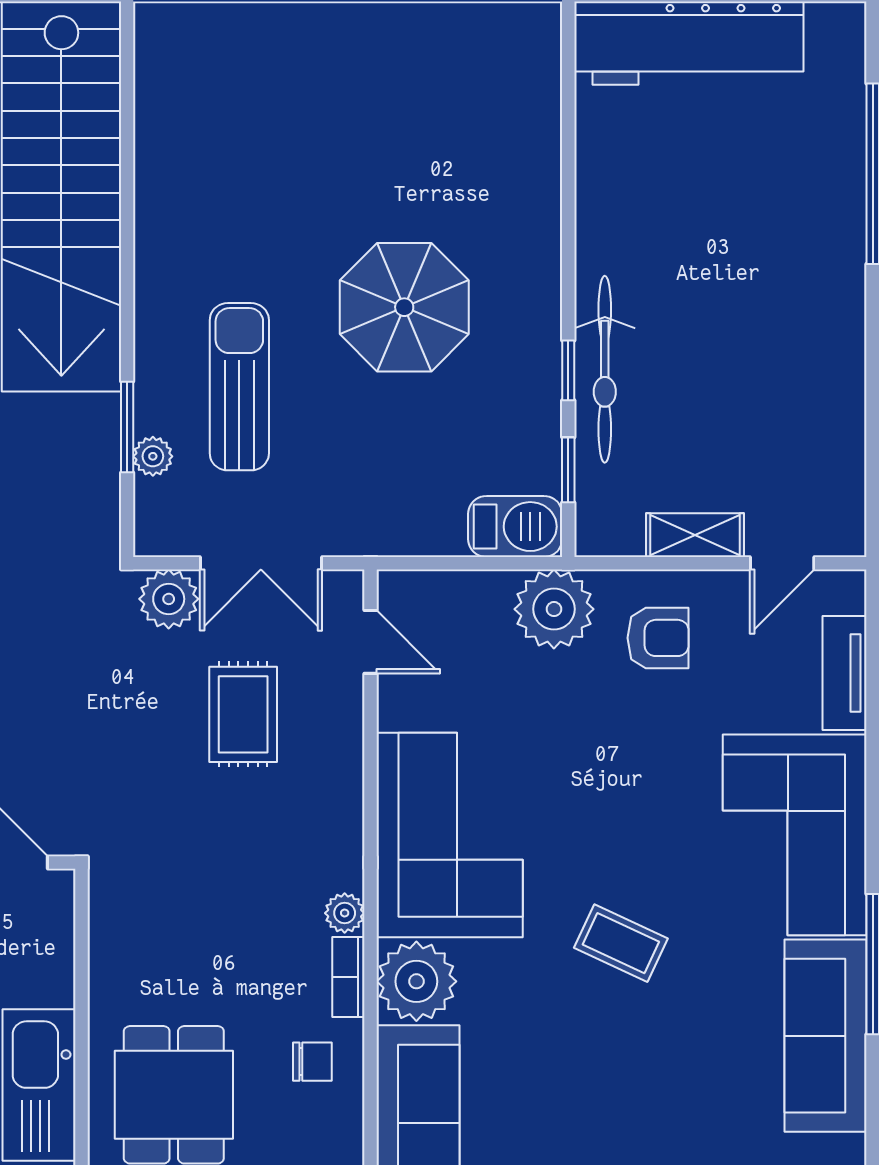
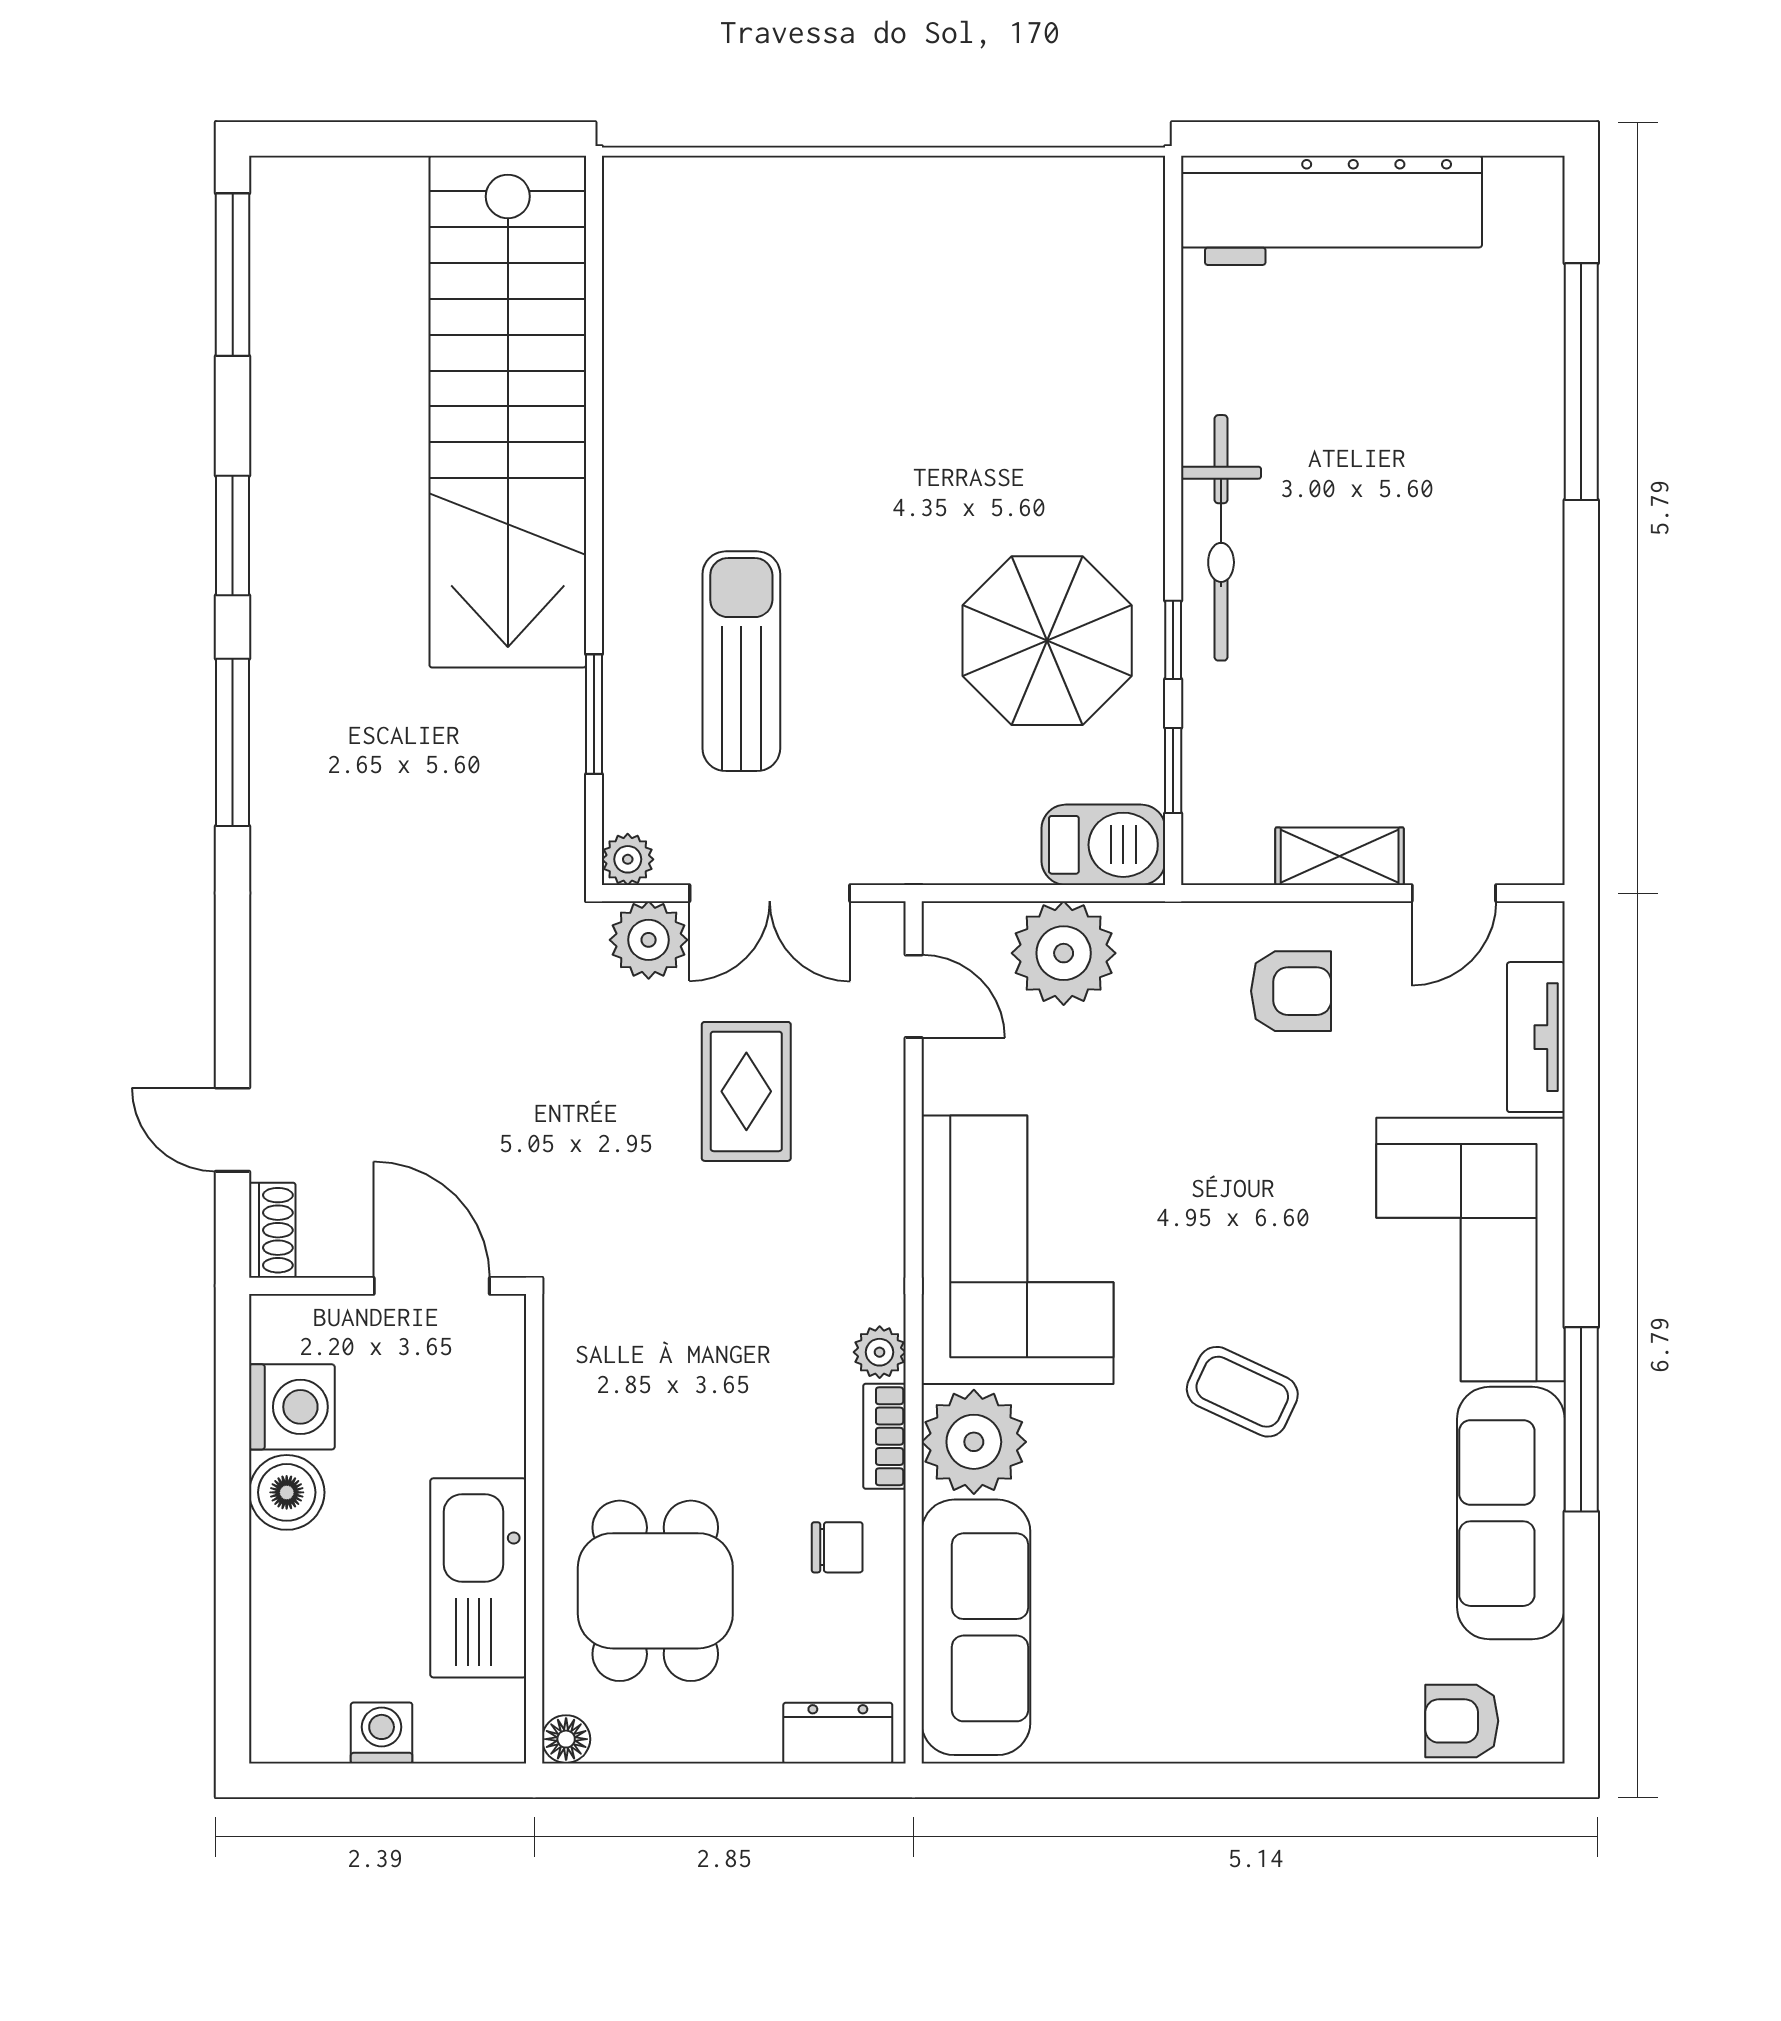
parasol: (404, 307) -> (1047, 641), moved
bicycle: (605, 369) -> (1221, 538), moved
plant: (153, 456) -> (628, 859), moved
plant: (554, 609) -> (1064, 953), moved

